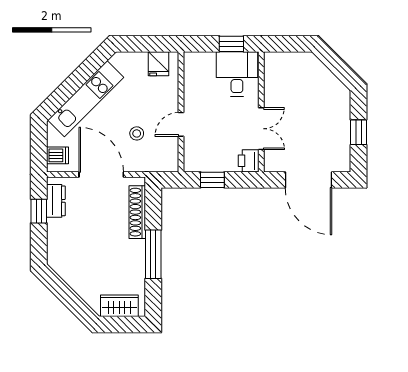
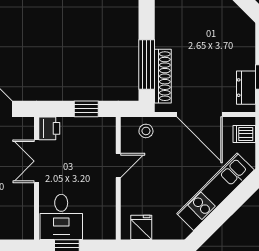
stool: (137, 133) -> (146, 131), moved
window: (153, 254) -> (147, 64), moved

